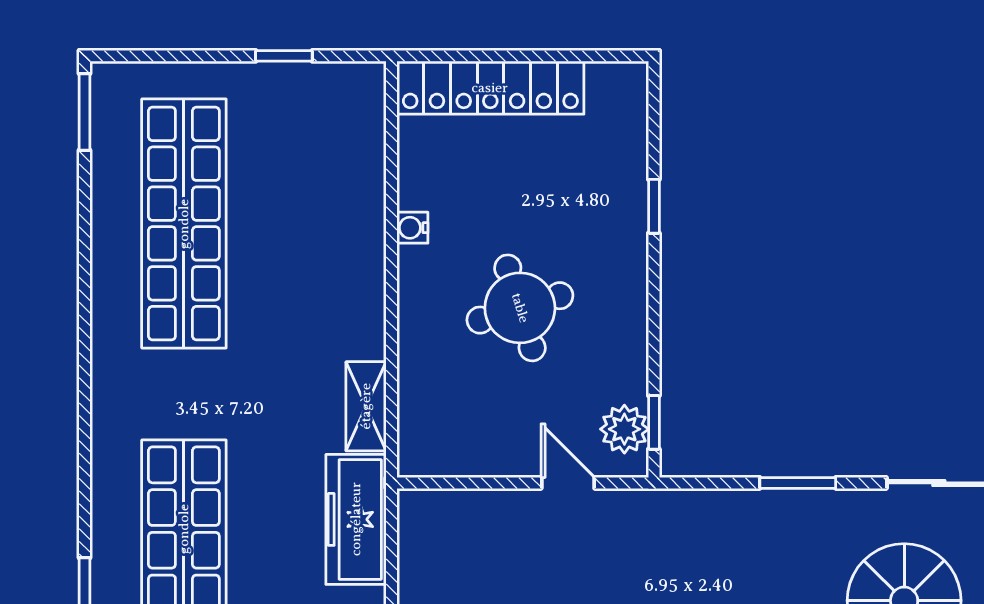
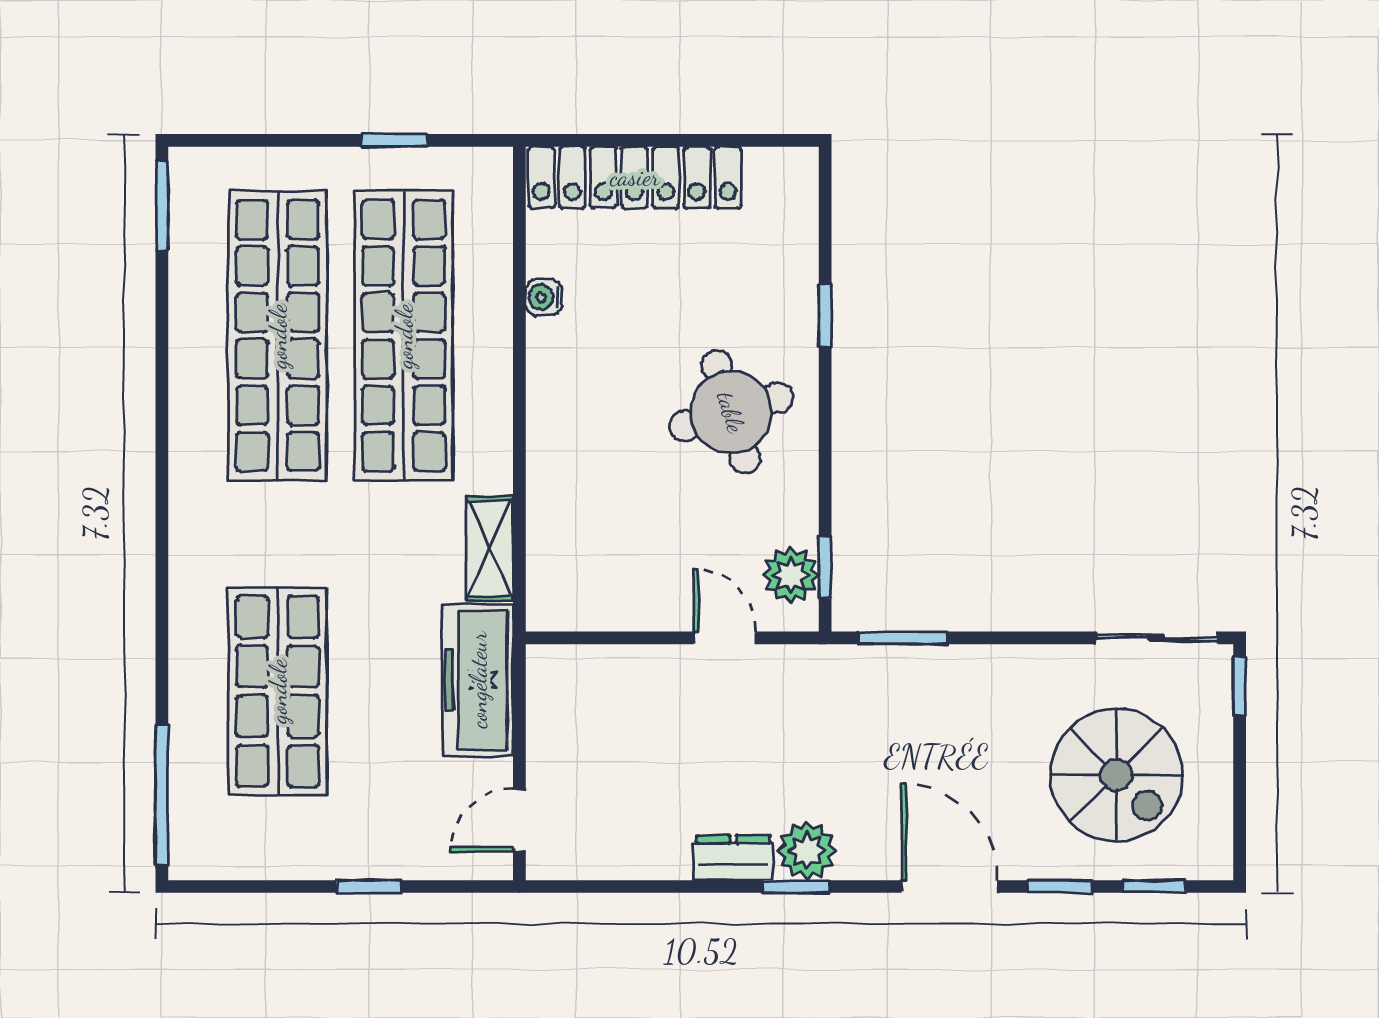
shop shelf: (292, 224) -> (404, 336), added
water cooler: (412, 228) -> (544, 297), moved
round table: (520, 308) -> (731, 412), moved
window: (798, 483) -> (903, 638), moved

